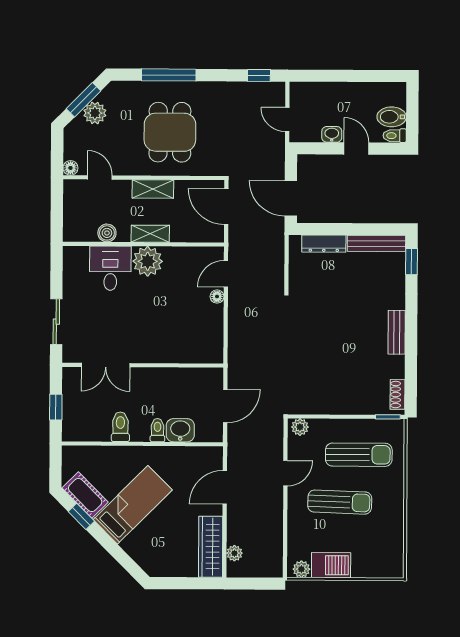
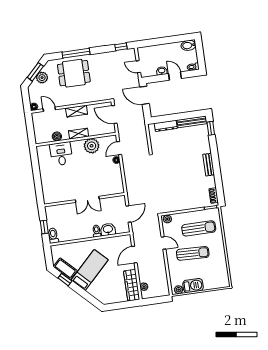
bidet: (392, 117) -> (188, 45), moved
dining table: (170, 132) -> (74, 73), moved, turned 90
door: (291, 198) -> (144, 95), moved
plant: (148, 261) -> (92, 146), moved
sliding door: (56, 322) -> (38, 184), removed
double door: (106, 365) -> (87, 199), moved
toilet: (120, 427) -> (53, 236), moved
door: (285, 473) -> (163, 243), hinge flipped

